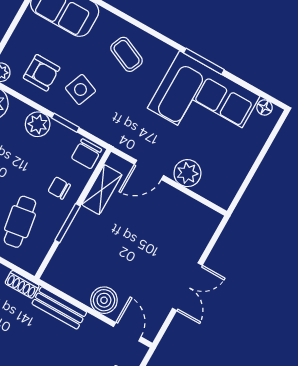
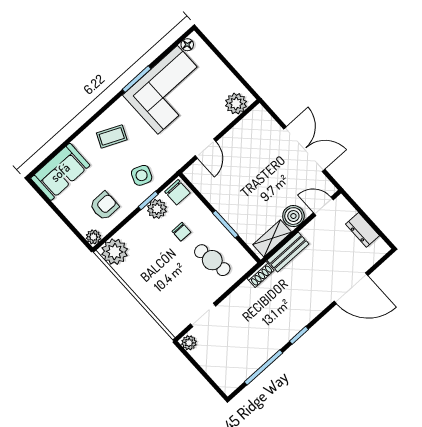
side table: (81, 89) -> (142, 175), moved
plant: (38, 124) -> (157, 209), moved
plant: (187, 173) -> (236, 104), moved
chair: (59, 188) -> (181, 232), moved, turned -90
shelving: (102, 190) -> (272, 238), moved, turned 90
double door: (187, 287) -> (304, 149), width x1.37

